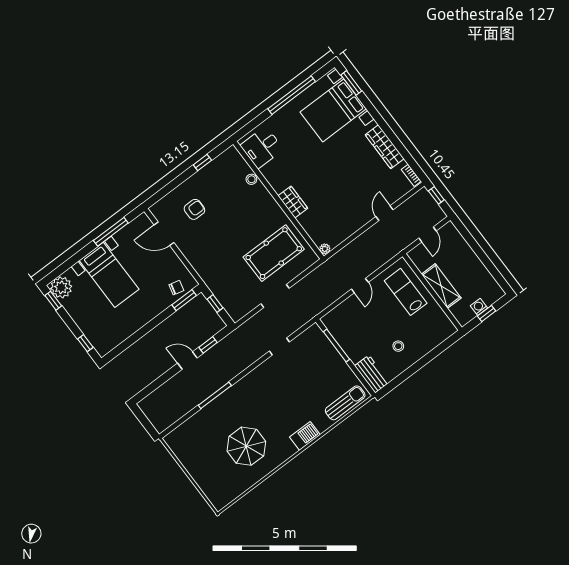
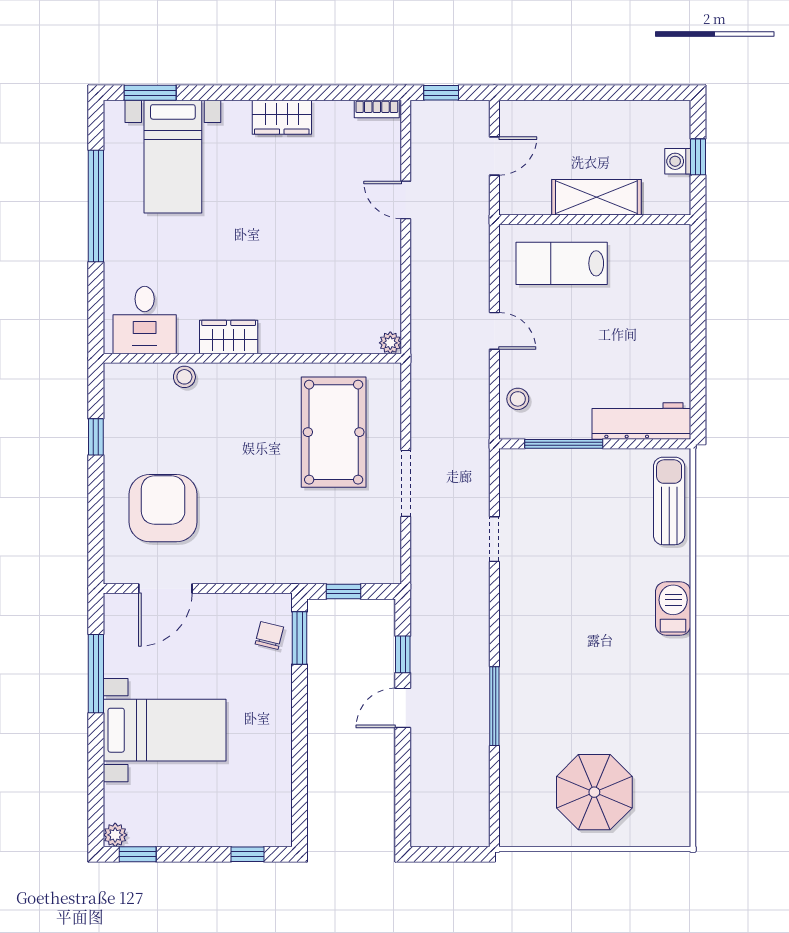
bed with nightstands: (333, 110) -> (173, 157), width x0.73
wardrobe: (385, 147) -> (282, 117), width x0.67
wardrobe: (293, 202) -> (229, 337), moved
armchair: (194, 209) -> (163, 508), width x1.88, depth x1.88
door: (427, 234) -> (494, 156), hinge flipped
plant: (61, 287) -> (115, 835), width x0.53, depth x0.53
stool: (398, 346) -> (518, 399), moved
workbench: (372, 374) -> (641, 421), width x1.38
parasol: (246, 446) -> (594, 792), moved

